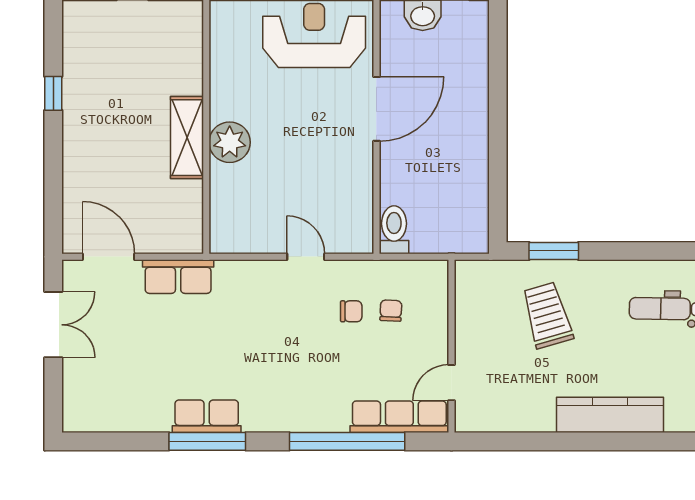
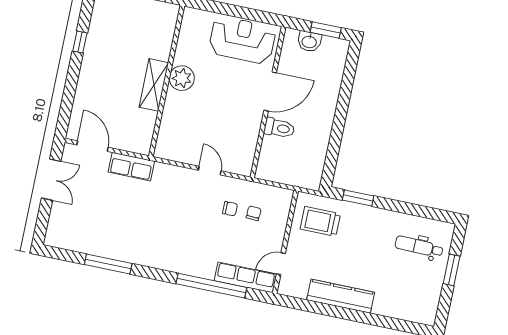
plant: (230, 142) -> (182, 78), moved
toilet: (394, 230) -> (279, 128), moved, turned 90
trolley: (547, 315) -> (320, 221), moved, turned -74
kitchen counter: (610, 415) -> (341, 296), moved
row of seats: (207, 416) -> (131, 253), removed
window: (207, 441) -> (108, 264), moved

